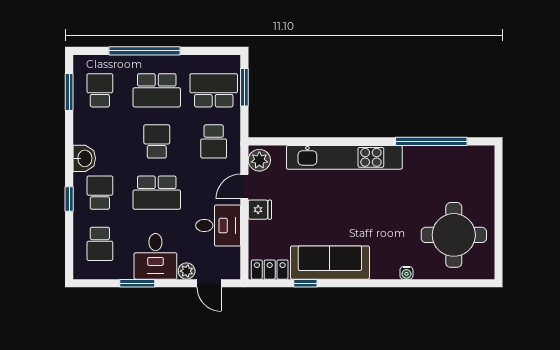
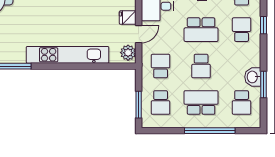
school desk: (214, 90) -> (161, 103), width x0.54
window: (69, 92) -> (263, 85), moved
washbasin: (84, 158) -> (253, 77), moved
school desk: (100, 193) -> (242, 30), turned 180
school desk: (157, 193) -> (201, 30), turned 180

